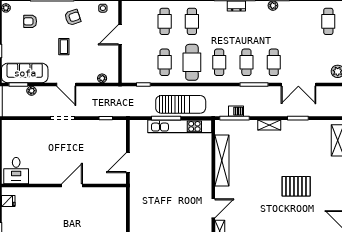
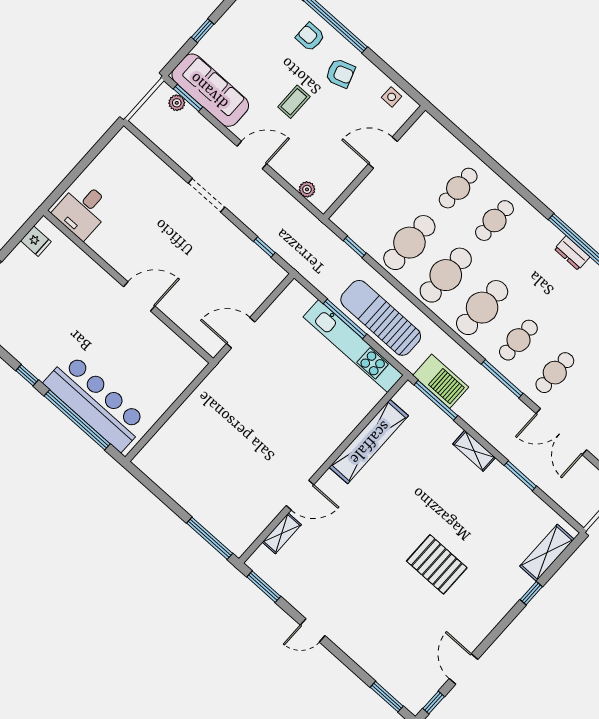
armchair: (30, 21) -> (310, 37), moved
cafe table: (165, 62) -> (409, 243), width x1.37, depth x1.35
cafe table: (219, 62) -> (482, 308), width x1.37, depth x1.35
door: (66, 84) -> (252, 155), swing flipped
plant: (32, 91) -> (177, 103), moved
sun lounger: (181, 104) -> (381, 318), turned 180
barbecue: (236, 111) -> (441, 381), width x1.88, depth x1.53

